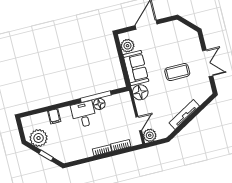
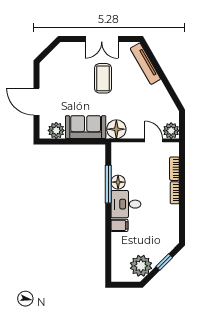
double door: (208, 63) -> (102, 39), swing flipped
tv unit: (184, 114) -> (145, 64), moved
filing cabinet: (54, 116) -> (119, 225), moved

